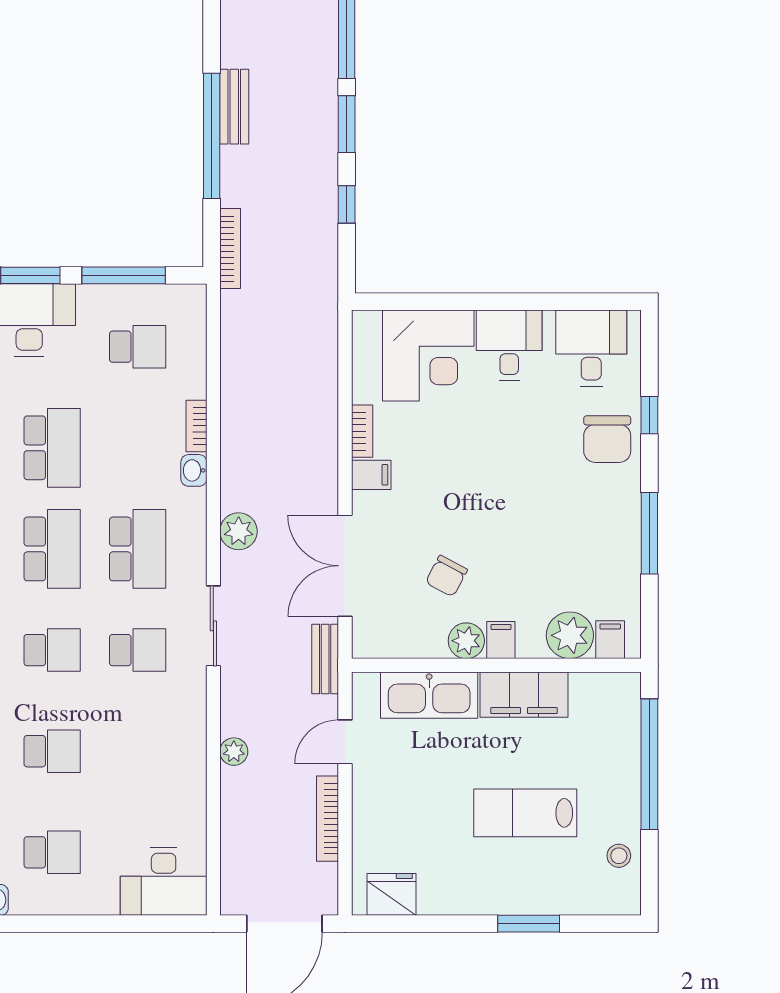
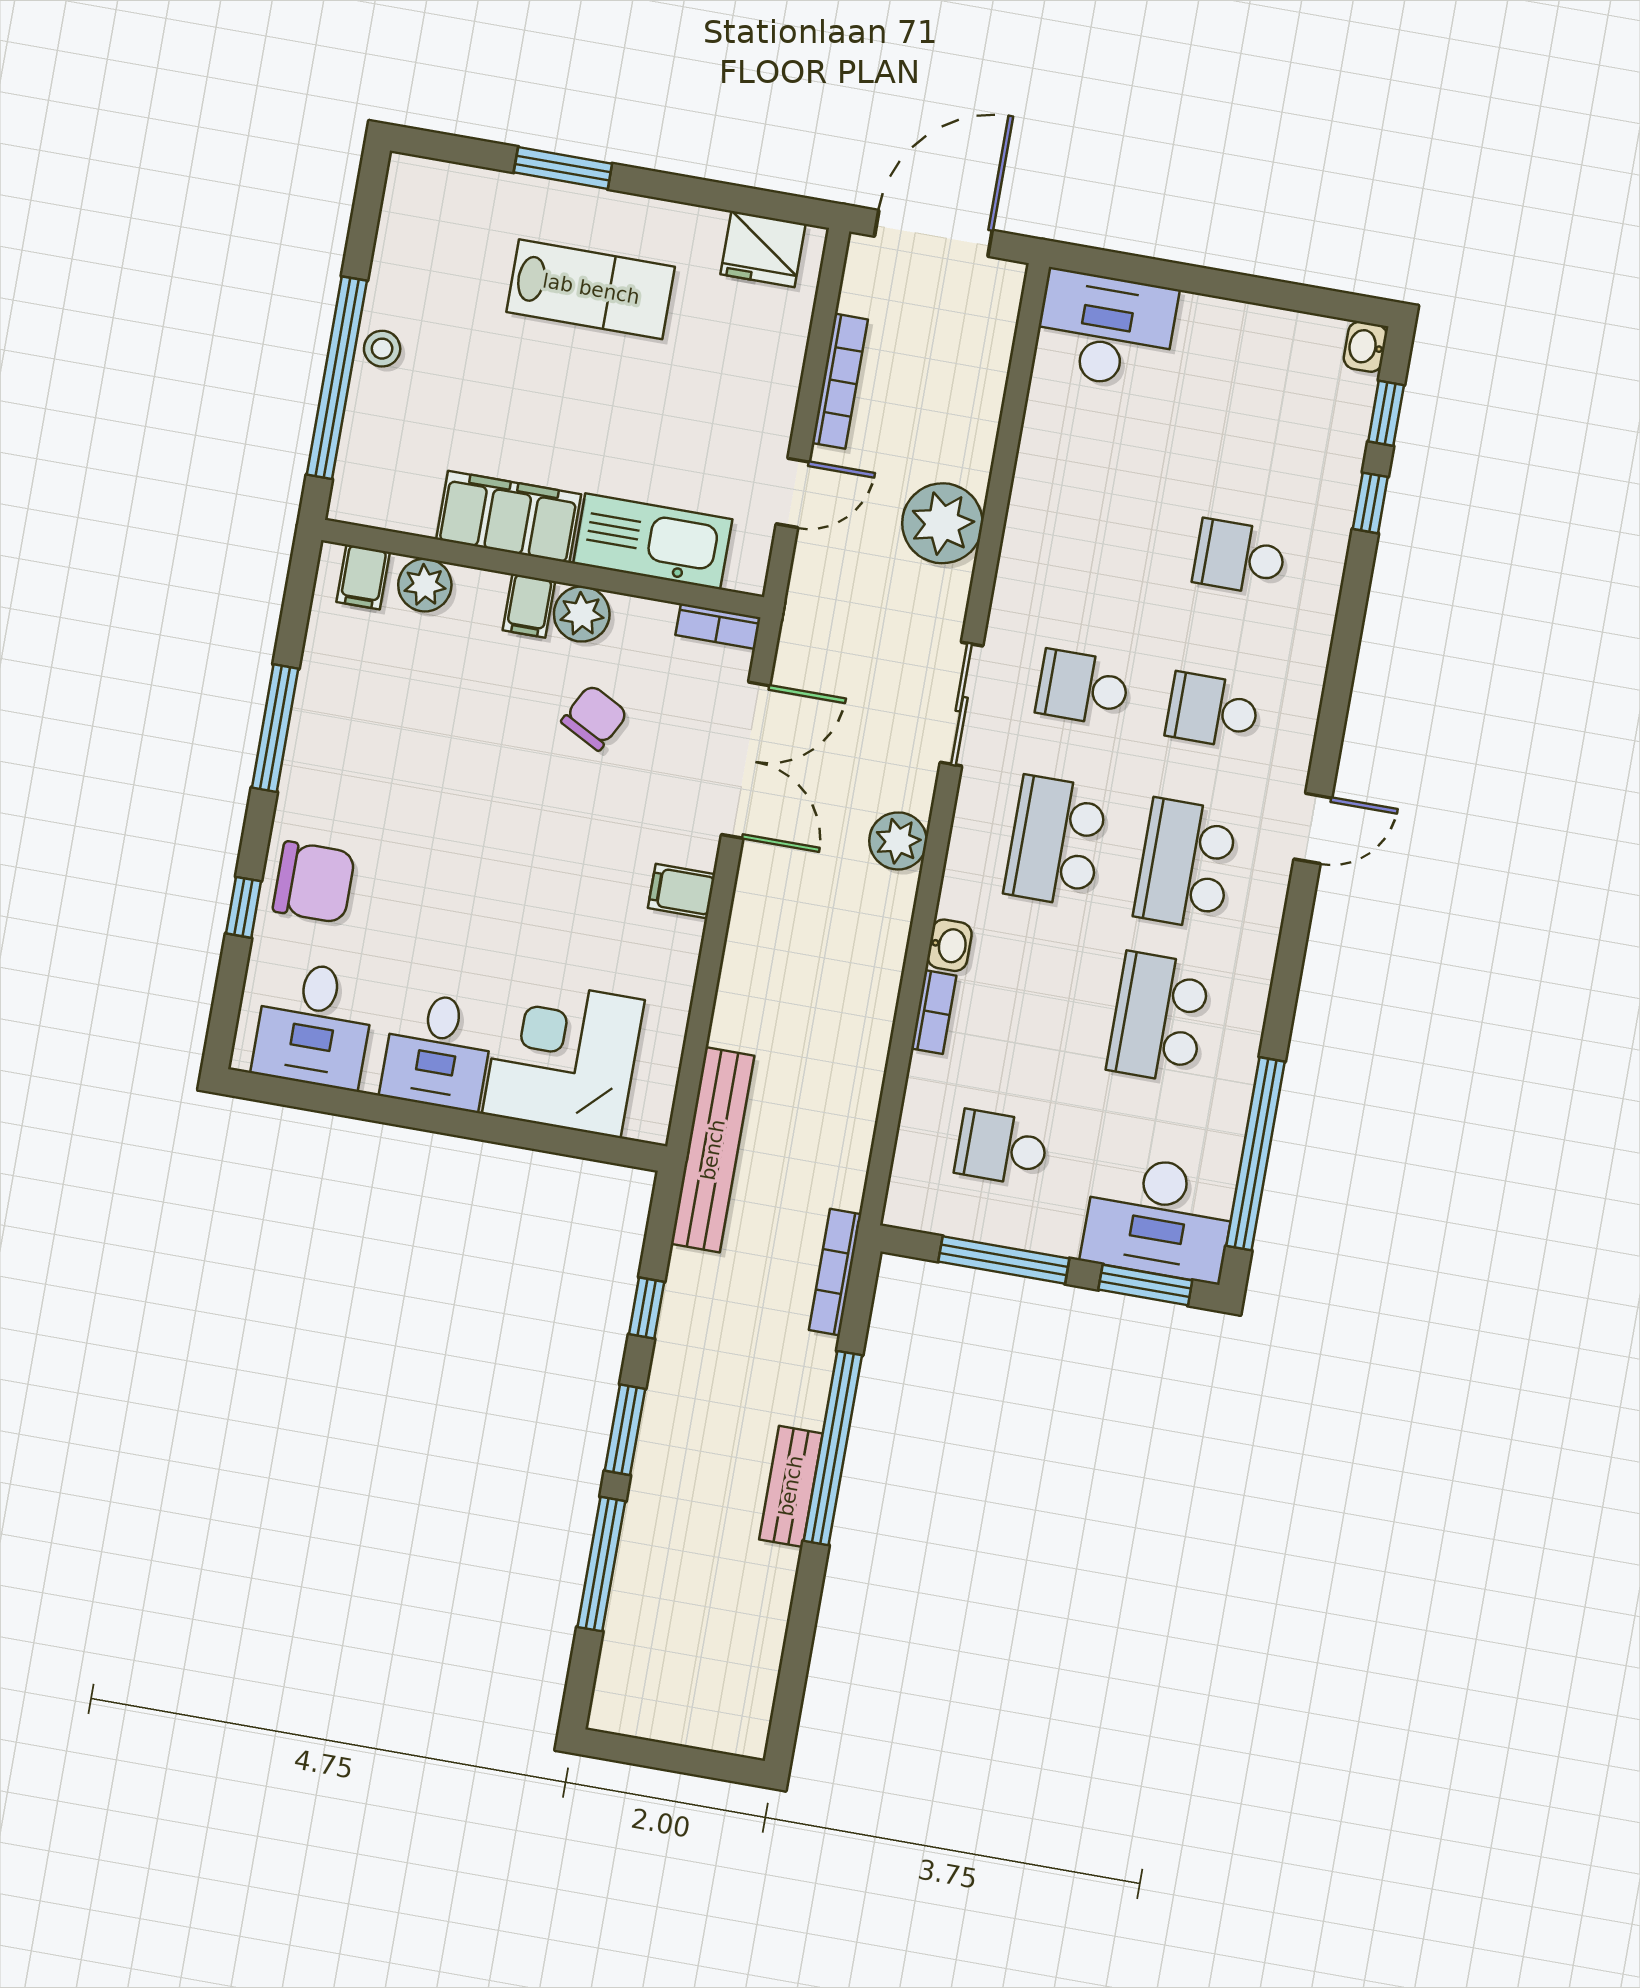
bookcase: (362, 431) -> (718, 626), moved, turned -90
chair: (607, 439) -> (314, 882), turned 90
plant: (570, 635) -> (425, 585), width x0.73, depth x0.73
bench: (325, 659) -> (713, 1150), moved, width x1.86, depth x1.21
plant: (234, 752) -> (942, 523), width x1.87, depth x1.87
lab bench: (525, 813) -> (591, 289), moved
school desk: (52, 852) -> (1267, 404), removed
stool: (619, 856) -> (382, 349), moved

